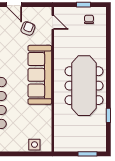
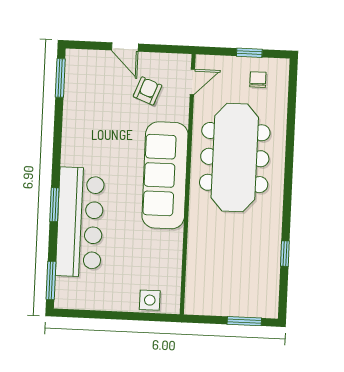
door: (53, 22) -> (192, 82), hinge flipped
meeting table: (84, 86) -> (235, 158), moved

